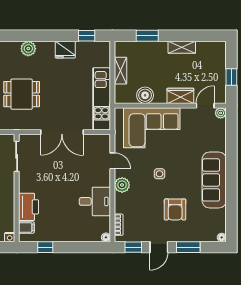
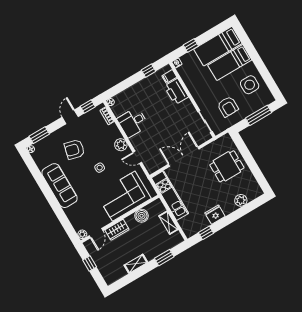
armchair: (175, 209) -> (74, 149), turned -76
window: (188, 247) -> (39, 135), moved

